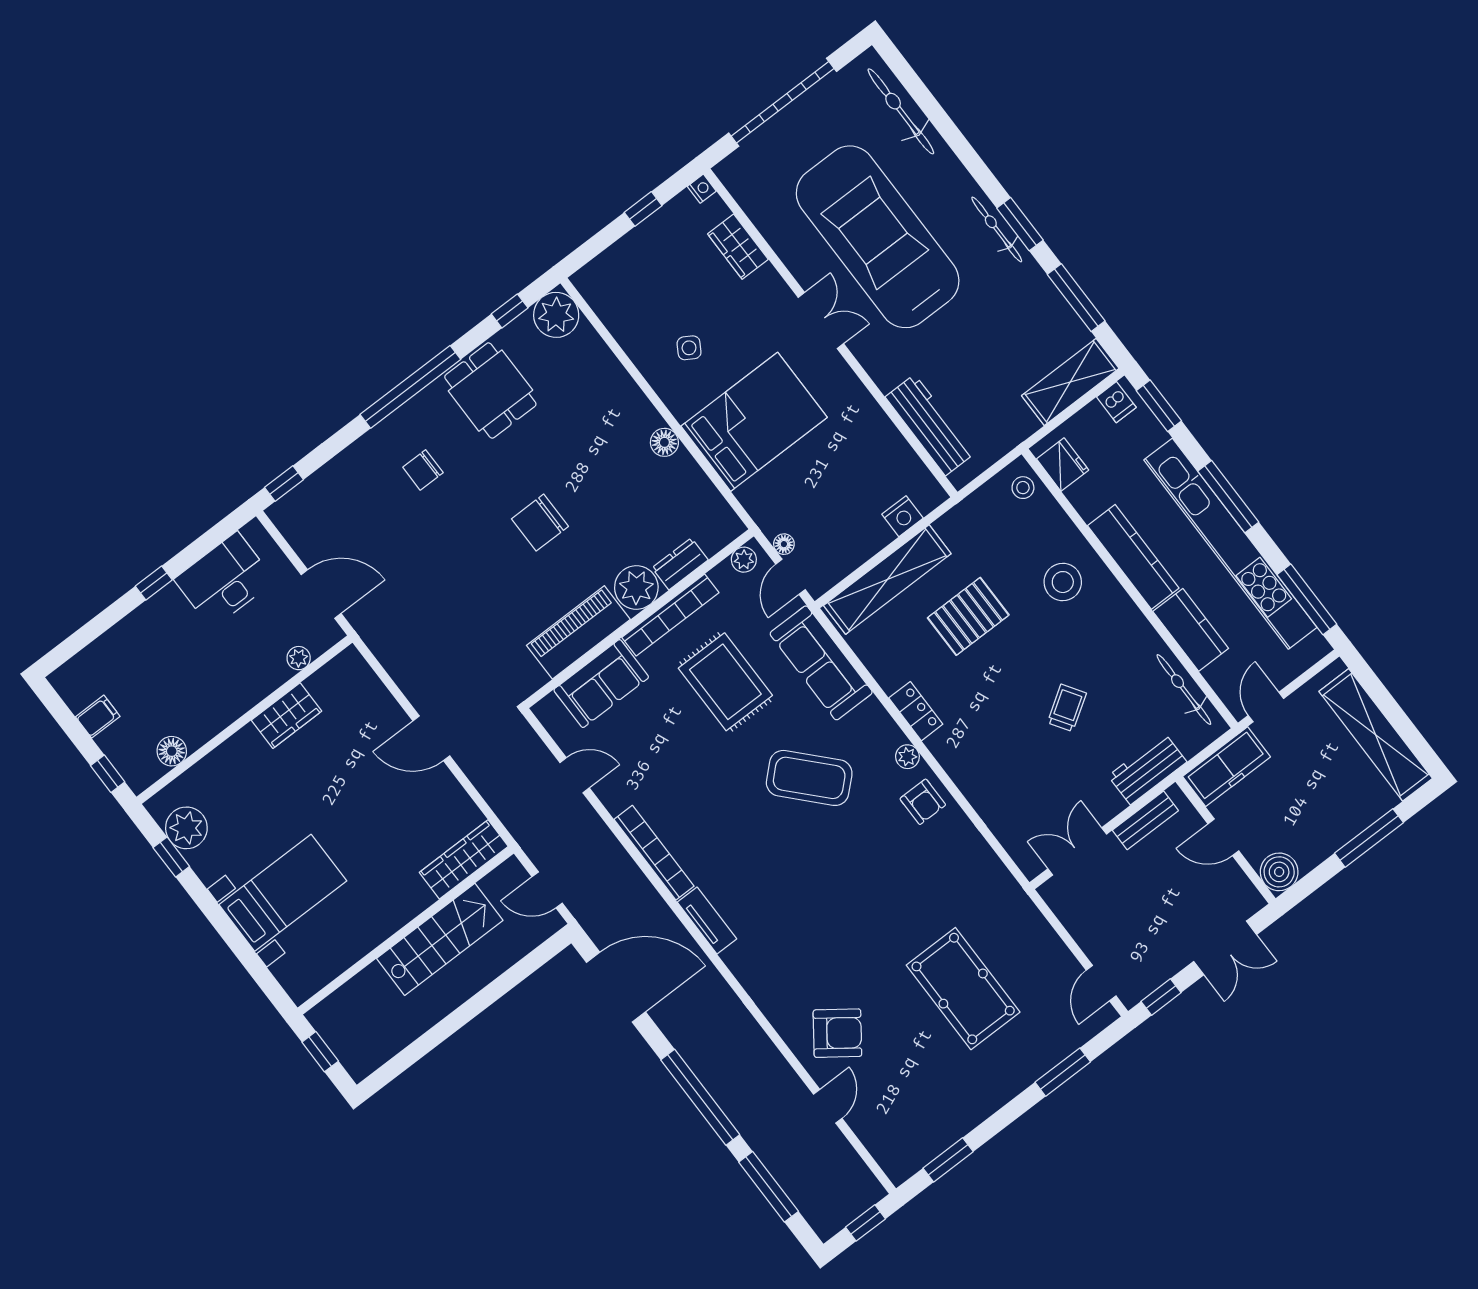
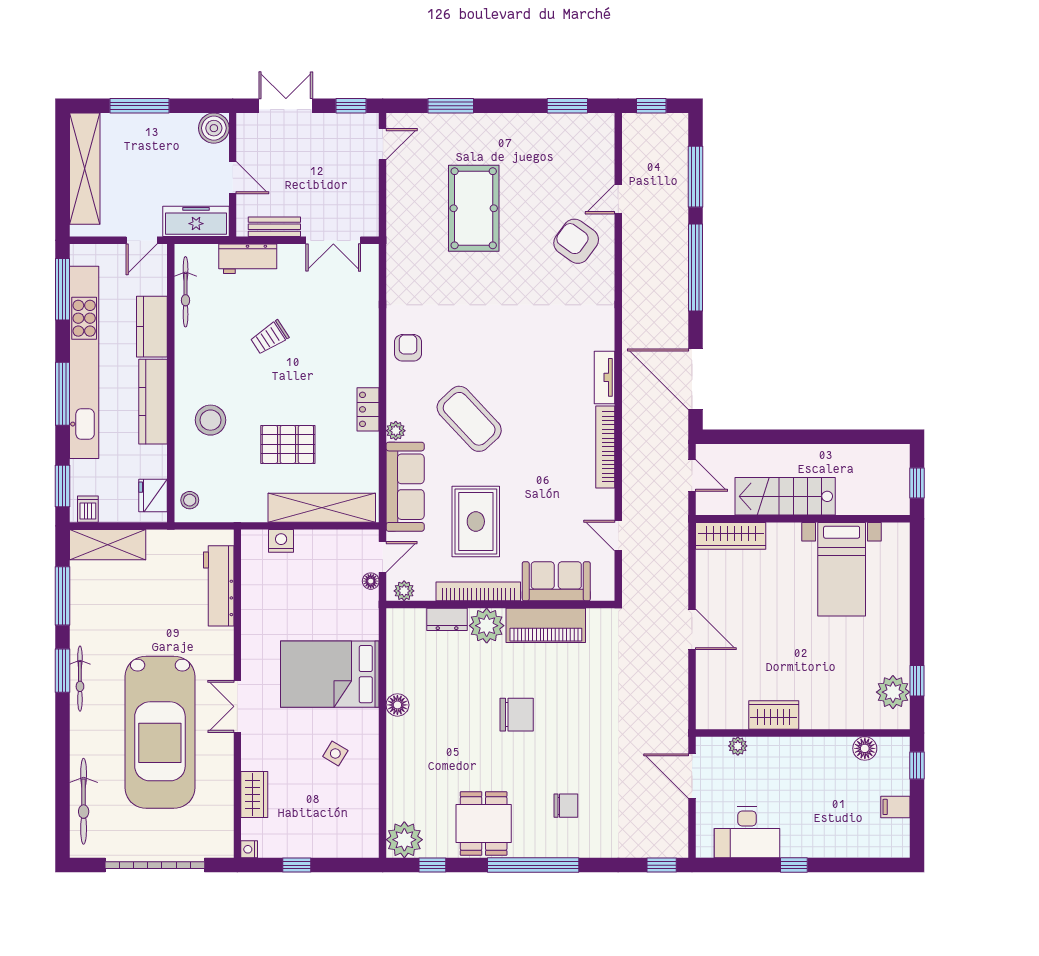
plant: (907, 757) -> (396, 431), moved
bed with nightstands: (283, 893) -> (842, 569), moved, turned -90

